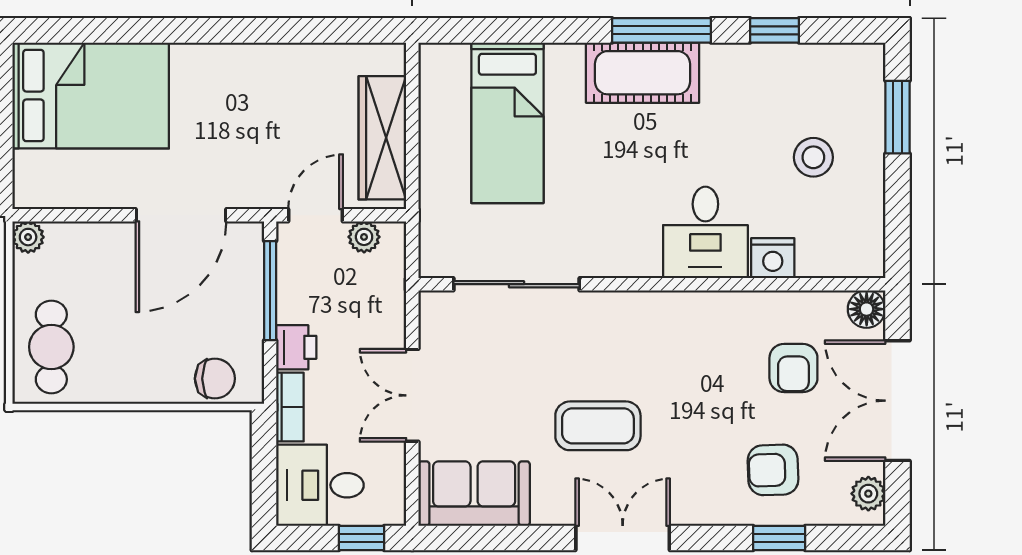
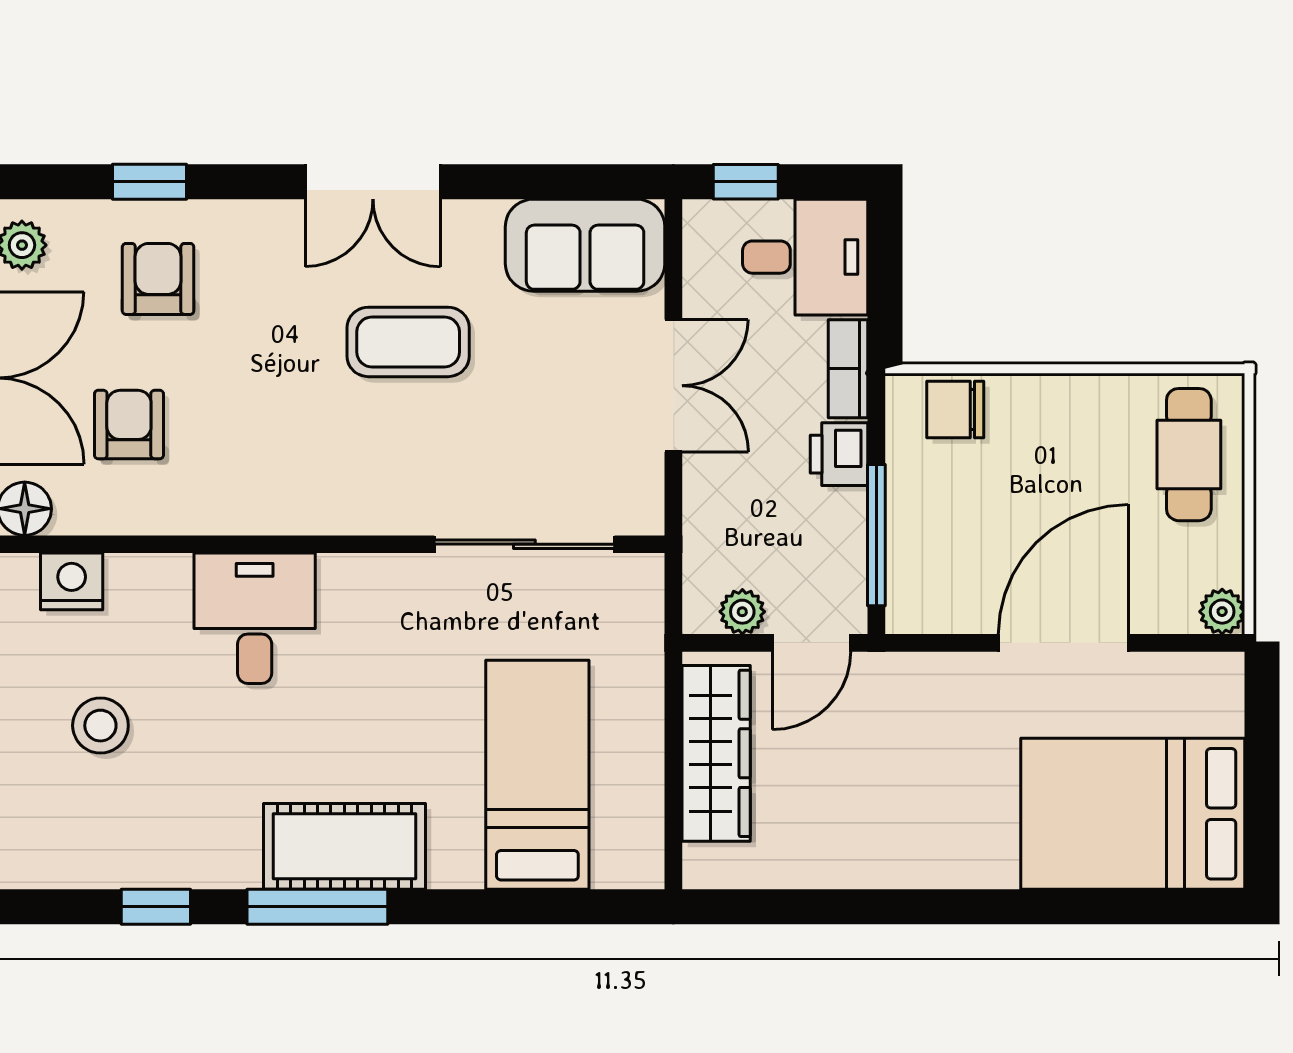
door: (181, 215) -> (1063, 643), moved
nightstand: (773, 258) -> (72, 581), moved
armchair: (773, 470) -> (158, 279), turned -88

